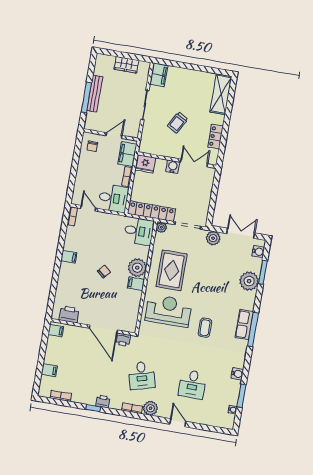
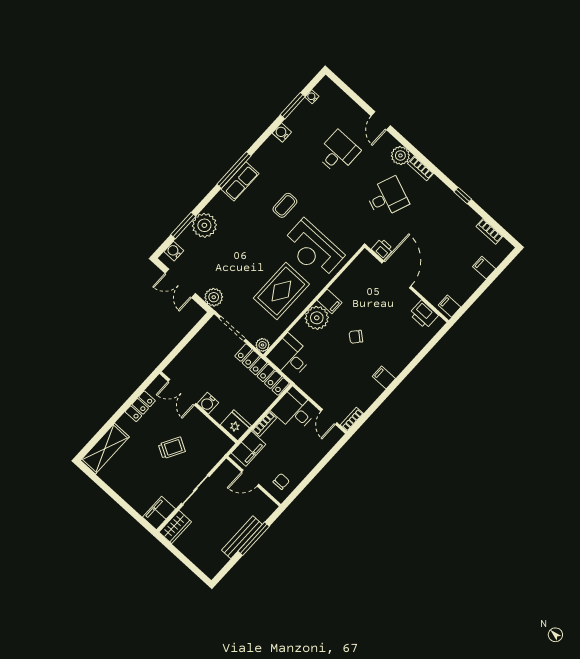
wardrobe: (126, 65) -> (175, 527), moved, turned 90
desk: (142, 375) -> (387, 197), turned 36
printer: (103, 401) -> (448, 196), removed

